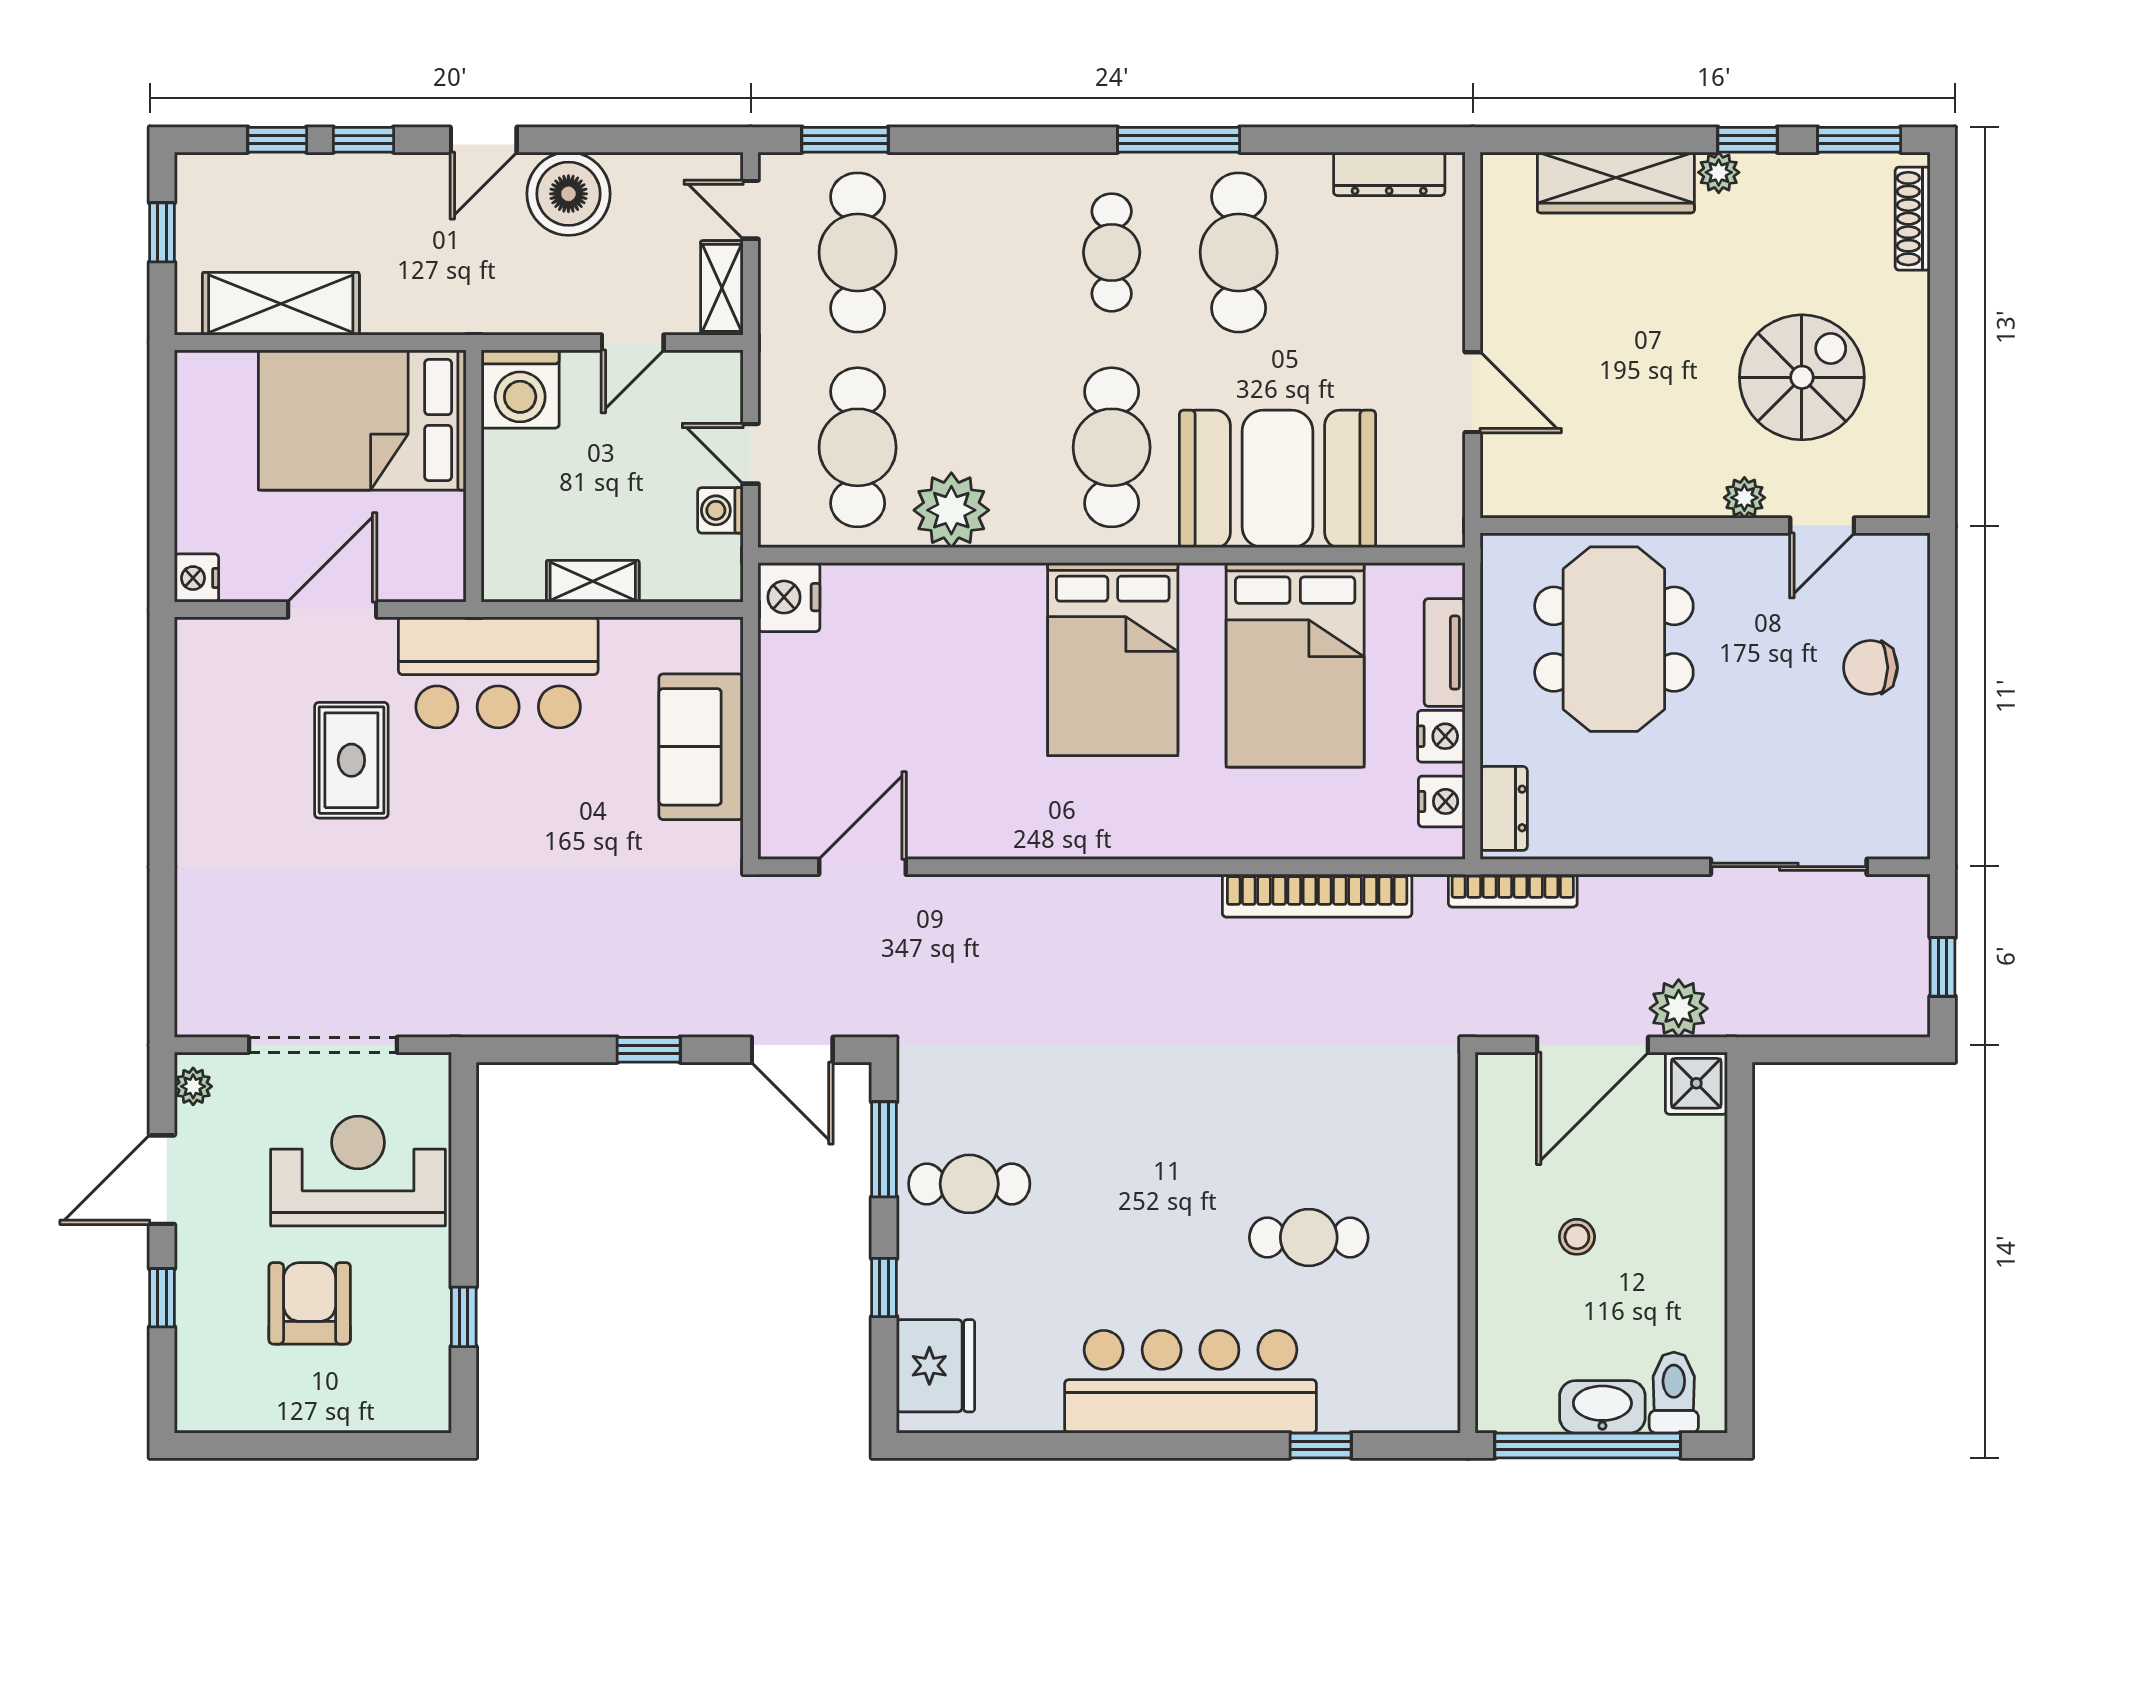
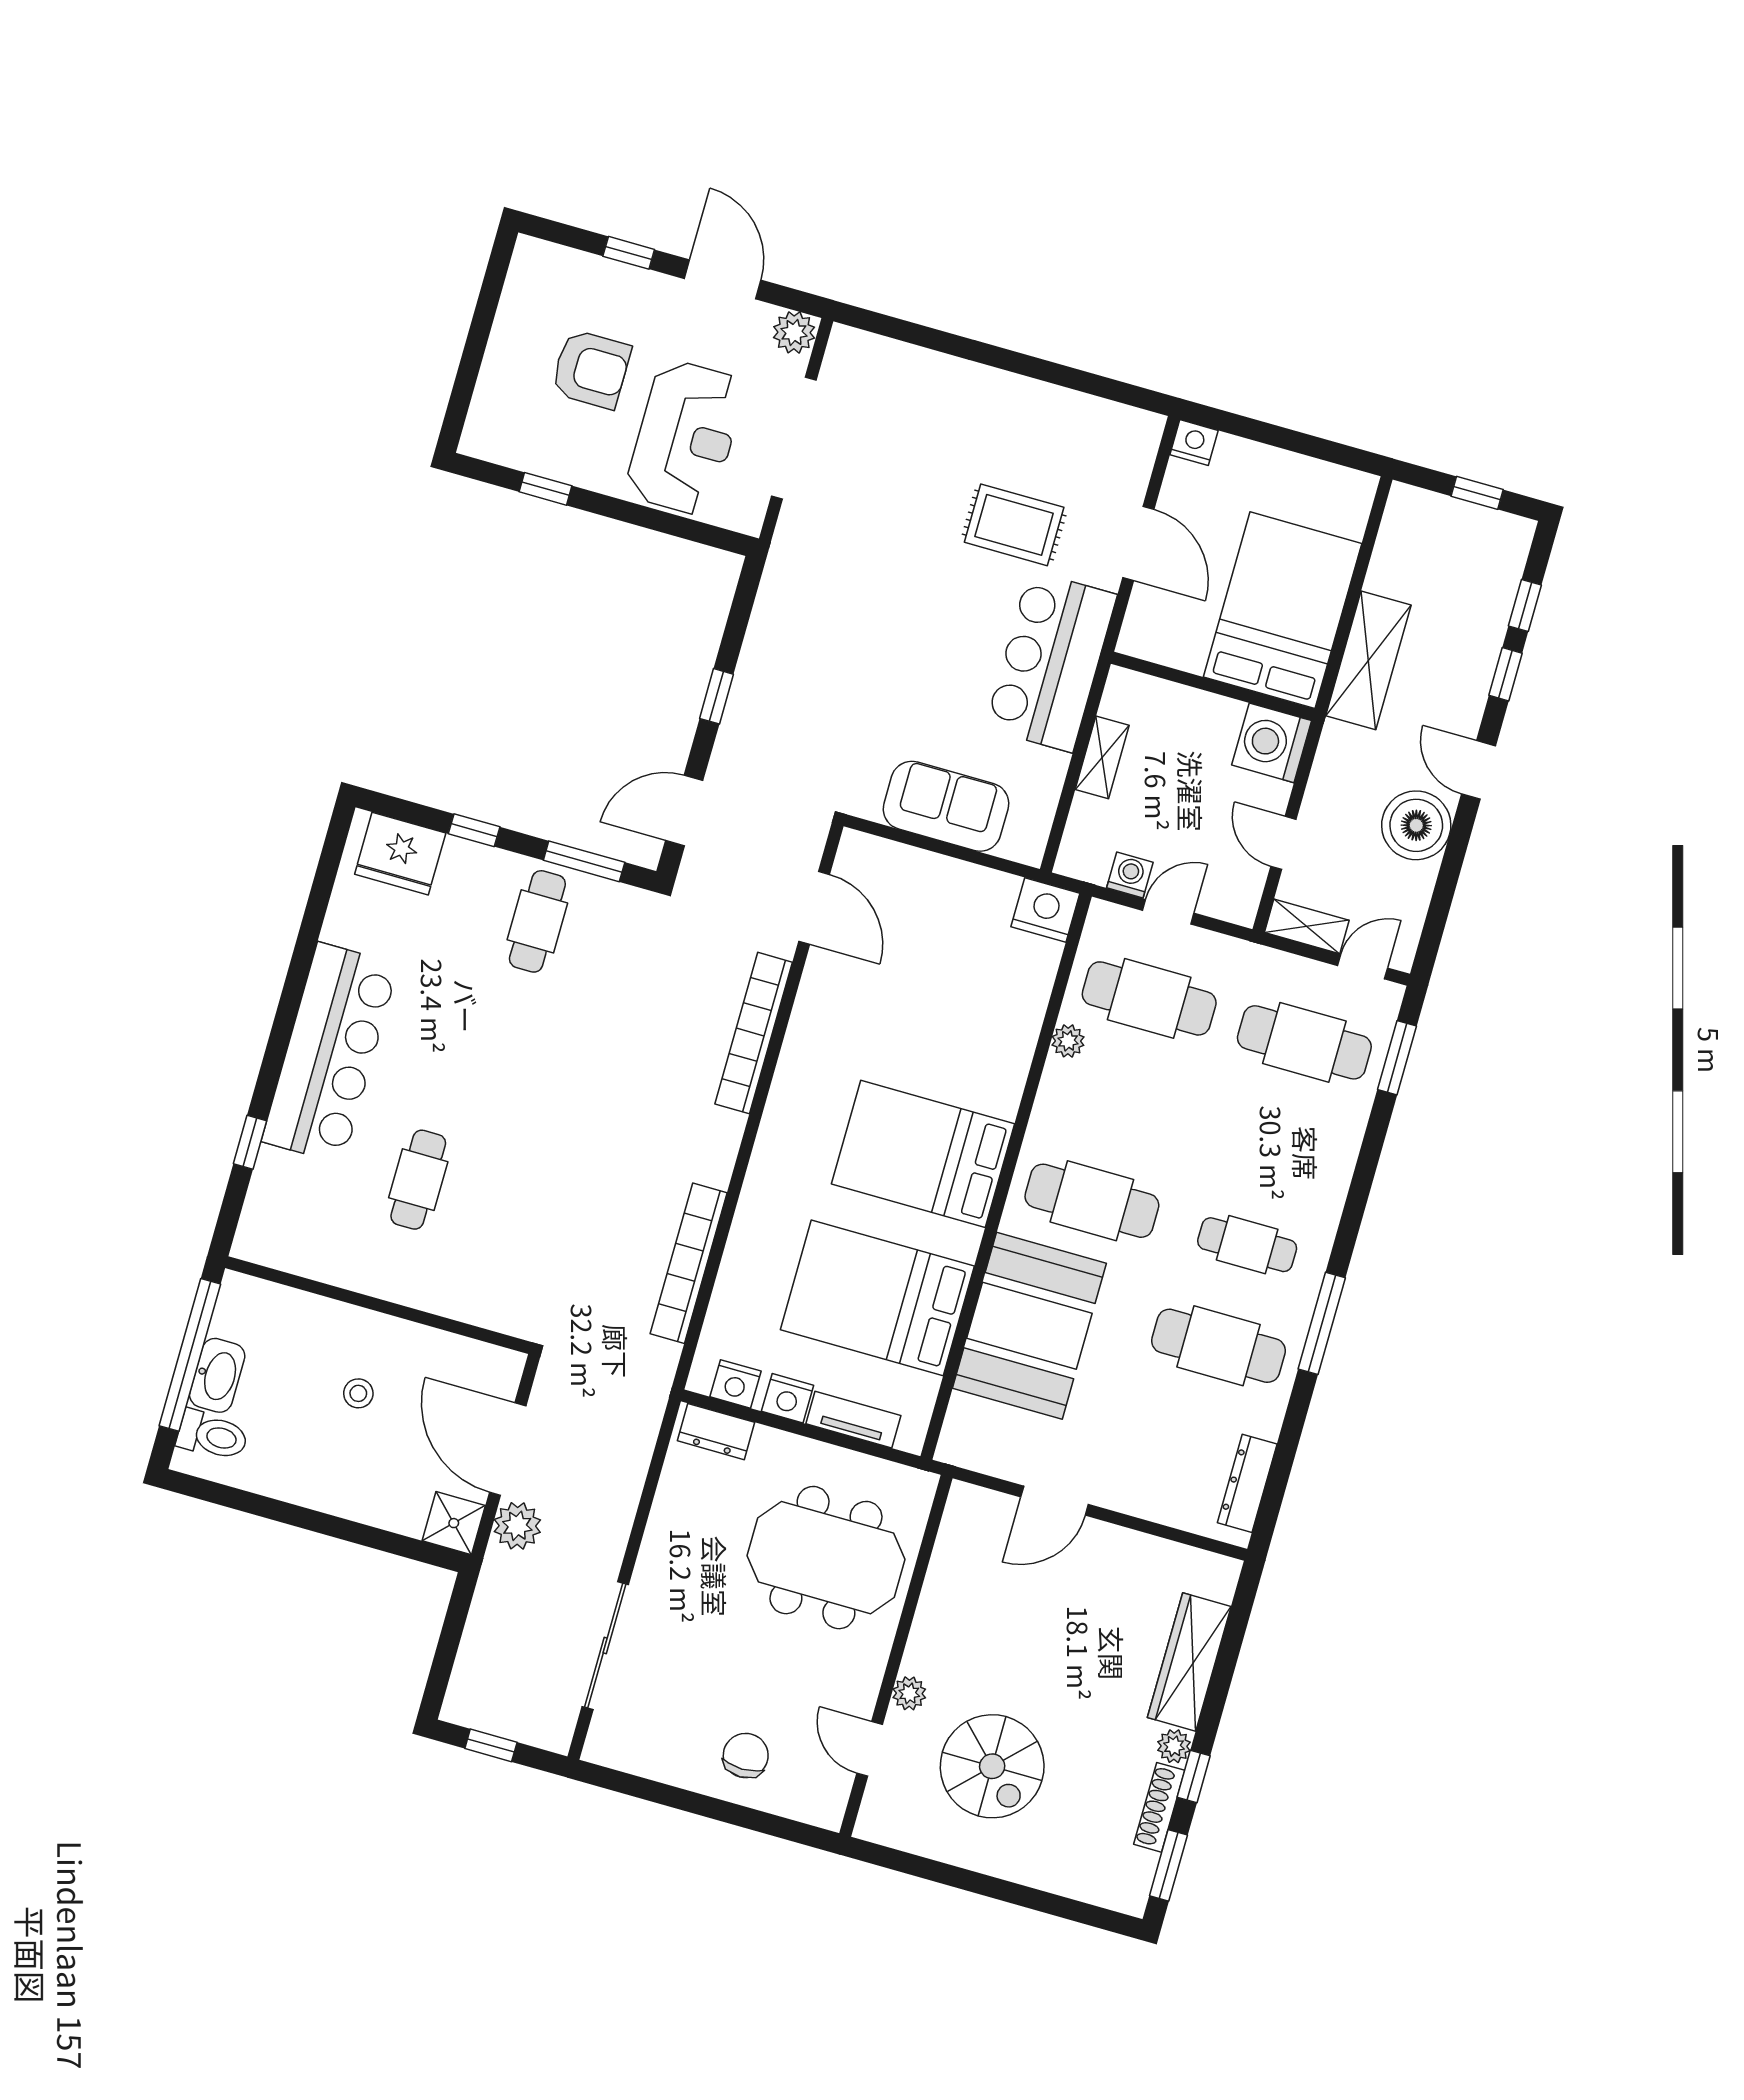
shoe rack: (1913, 219) -> (1159, 1807), moved, turned -90
shelving: (281, 304) -> (1368, 660), moved
plant: (951, 510) -> (1068, 1041), width x0.53, depth x0.53
bookcase: (1513, 891) -> (754, 1033), moved, width x1.48, depth x1.31
plant: (193, 1086) -> (794, 332), width x1.38, depth x1.38

